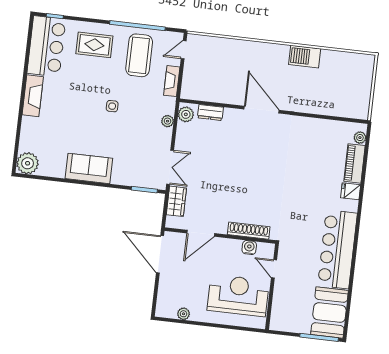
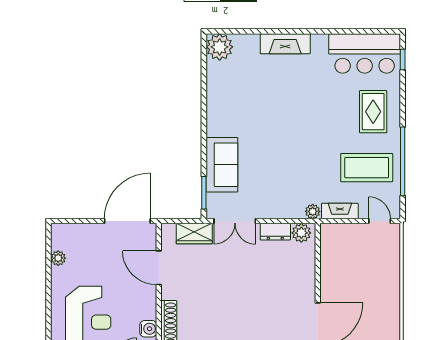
fireplace: (33, 96) -> (285, 44), moved
side table: (112, 106) -> (301, 142), removed
dresser: (210, 113) -> (275, 232), moved, turned -90
plant: (168, 121) -> (313, 211), moved
sofa: (89, 168) -> (222, 165), moved

